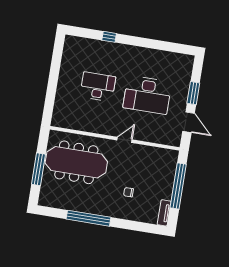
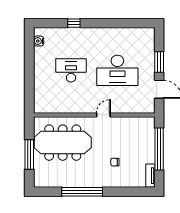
water cooler: (68, 50) -> (39, 41), added

